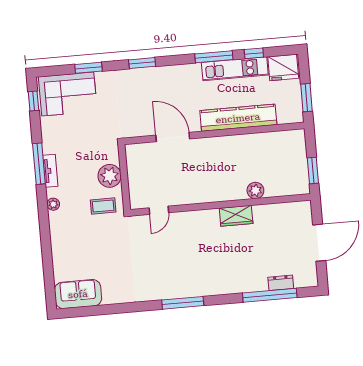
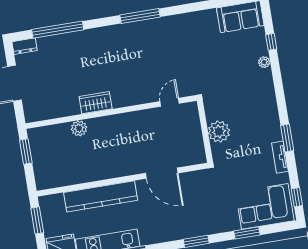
window: (39, 164) -> (287, 138), width x0.69
tv unit: (50, 171) -> (280, 157), moved
plant: (53, 204) -> (264, 62), moved
coffee table: (103, 206) -> (223, 102), removed
window: (48, 265) -> (271, 42), added
dresser: (281, 283) -> (25, 46), moved

